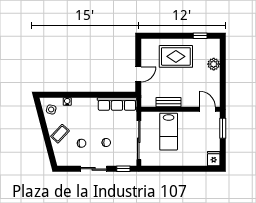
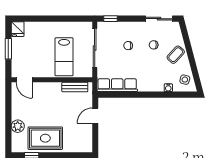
rug: (176, 56) -> (45, 138), moved
bench: (168, 102) -> (75, 87), moved
window: (223, 128) -> (8, 49), moved
lab bench: (169, 132) -> (64, 57), turned 180
sliding door: (94, 169) -> (159, 19), moved

